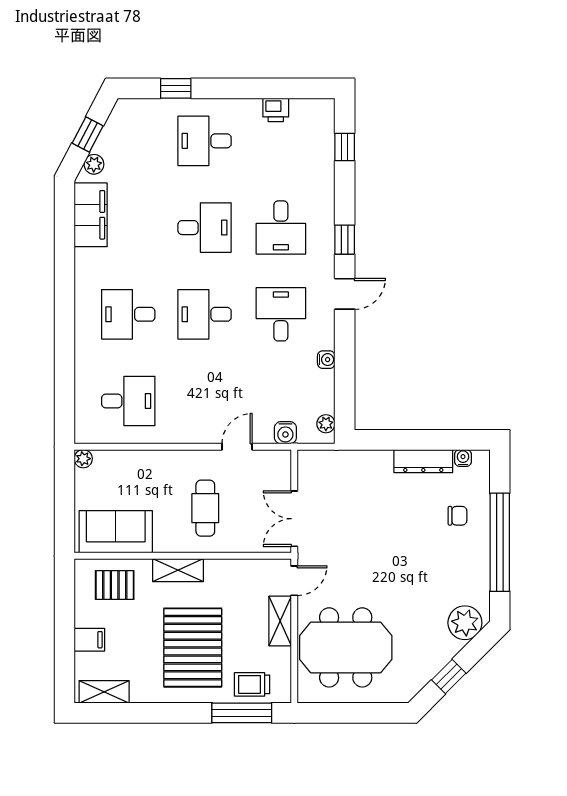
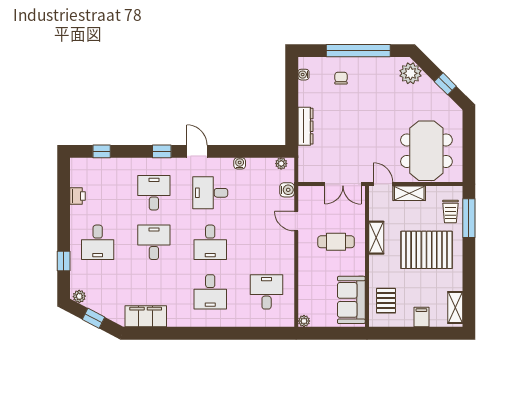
plant: (94, 164) -> (79, 296), moved
desk: (281, 228) -> (154, 193), turned -90
dresser: (423, 461) -> (305, 126), moved
shelving: (178, 570) -> (376, 238), moved

